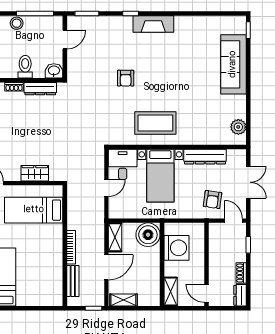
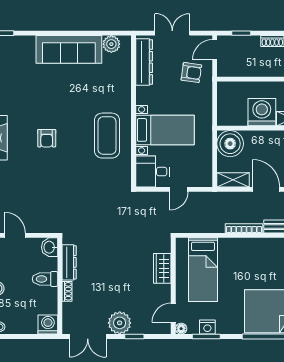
sofa: (233, 64) -> (69, 49), moved
armchair: (126, 78) -> (47, 138), moved, turned 90
dresser: (205, 157) -> (144, 62), moved
door: (106, 188) -> (179, 189), swing flipped
washing machine: (177, 248) -> (262, 112), moved

